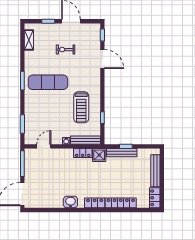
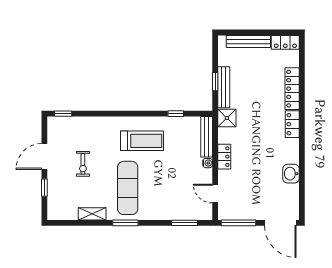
shelving: (29, 40) -> (92, 214), moved
door: (102, 59) -> (96, 114), removed
treadmill: (81, 107) -> (142, 141), moved
locker: (83, 153) -> (224, 157), moved
washbasin: (70, 202) -> (291, 174), moved

